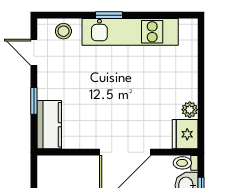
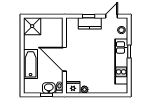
kitchen counter: (49, 125) -> (90, 23), moved

